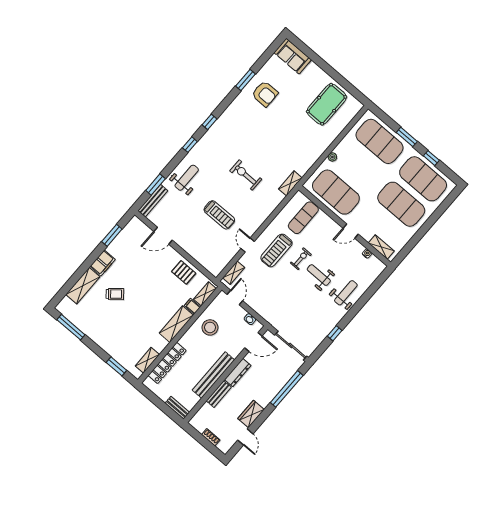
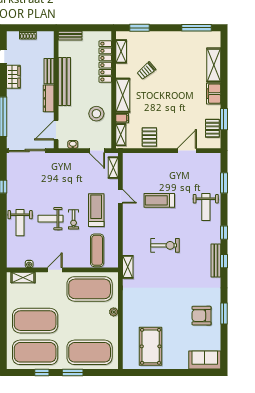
bench: (153, 201) -> (216, 260), moved
pallet: (127, 236) -> (212, 128), added
pallet: (184, 272) -> (149, 137), turned 90
weight bench: (319, 275) -> (51, 219), turned 180
trolley: (115, 294) -> (146, 71), moved

